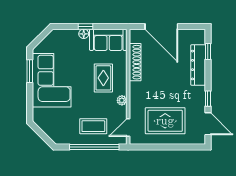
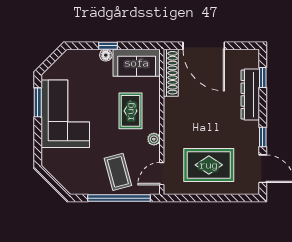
shoe rack: (135, 62) -> (171, 73), moved
coffee table: (93, 126) -> (118, 172), turned 75

